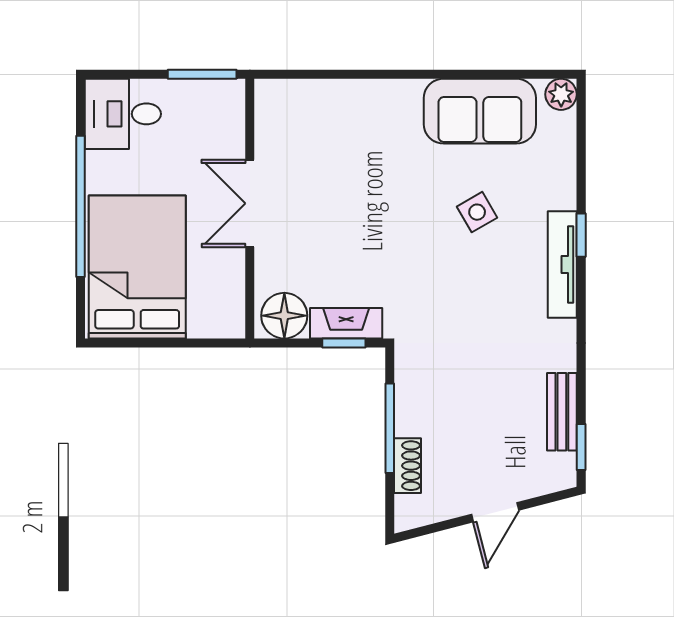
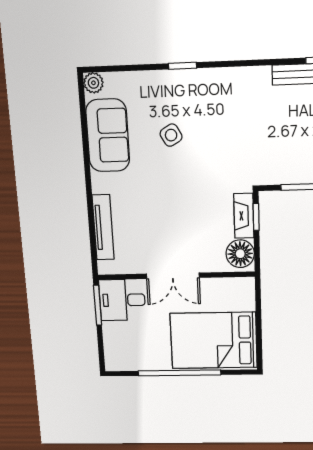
desk: (123, 114) -> (122, 300), moved, turned 90
tv unit: (562, 264) -> (103, 227), moved, turned -90

